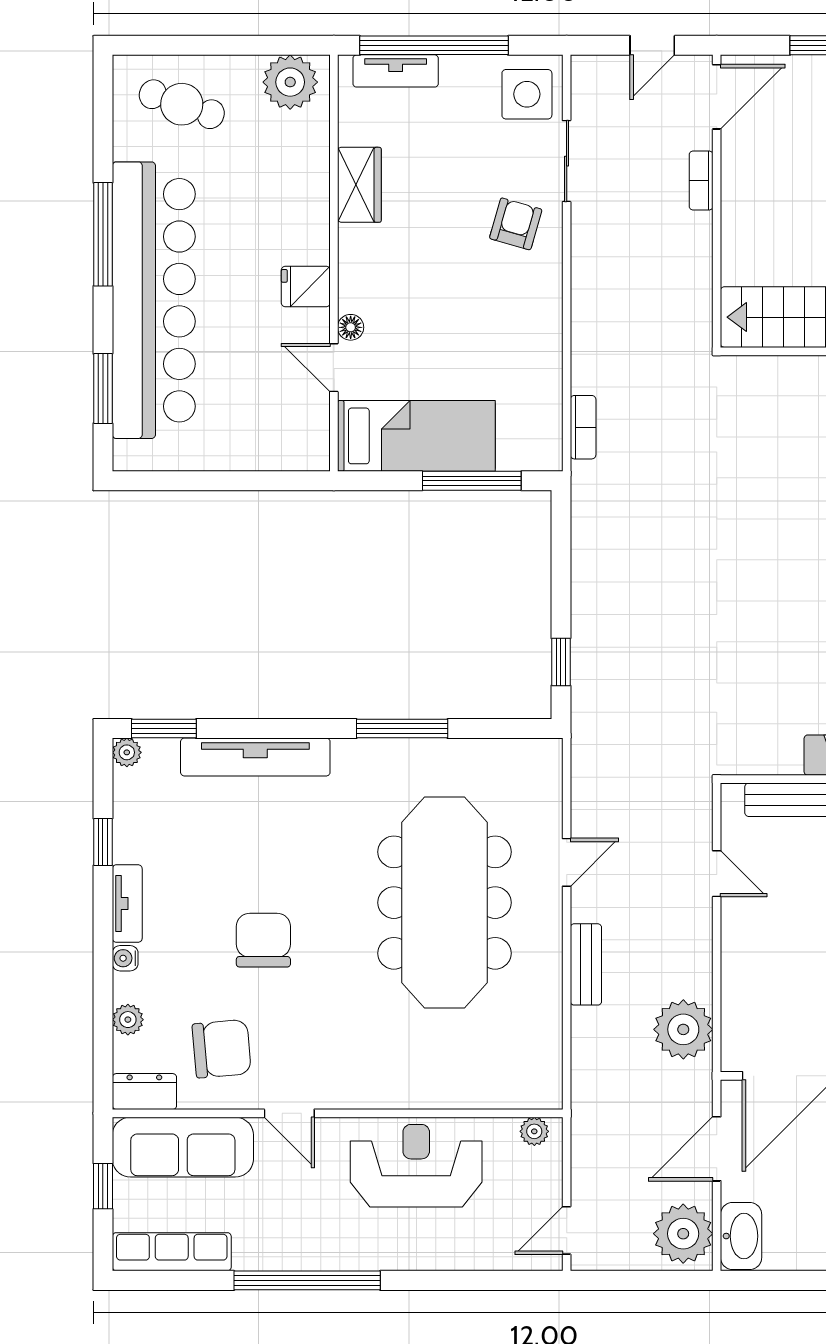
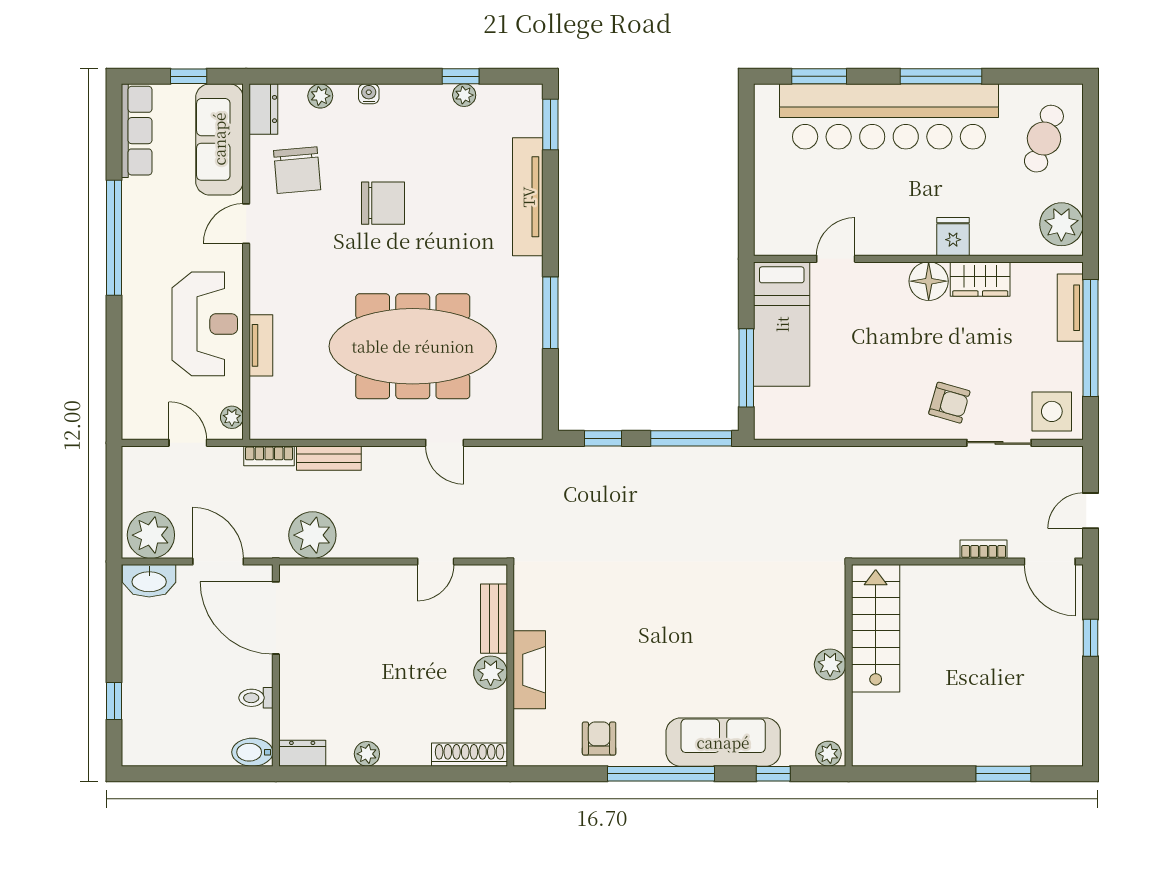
door: (652, 45) -> (1091, 511), hinge flipped
fridge: (306, 286) -> (953, 237), moved
floor lamp: (351, 327) -> (929, 281), moved, width x1.89, depth x1.89
bookcase: (583, 427) -> (269, 456), moved
window: (561, 550) -> (691, 438), added
plant: (127, 752) -> (464, 95), moved
tv unit: (127, 904) -> (261, 345), moved, turned -90
bench: (586, 964) -> (329, 458), moved
door: (567, 1230) -> (188, 443), moved

